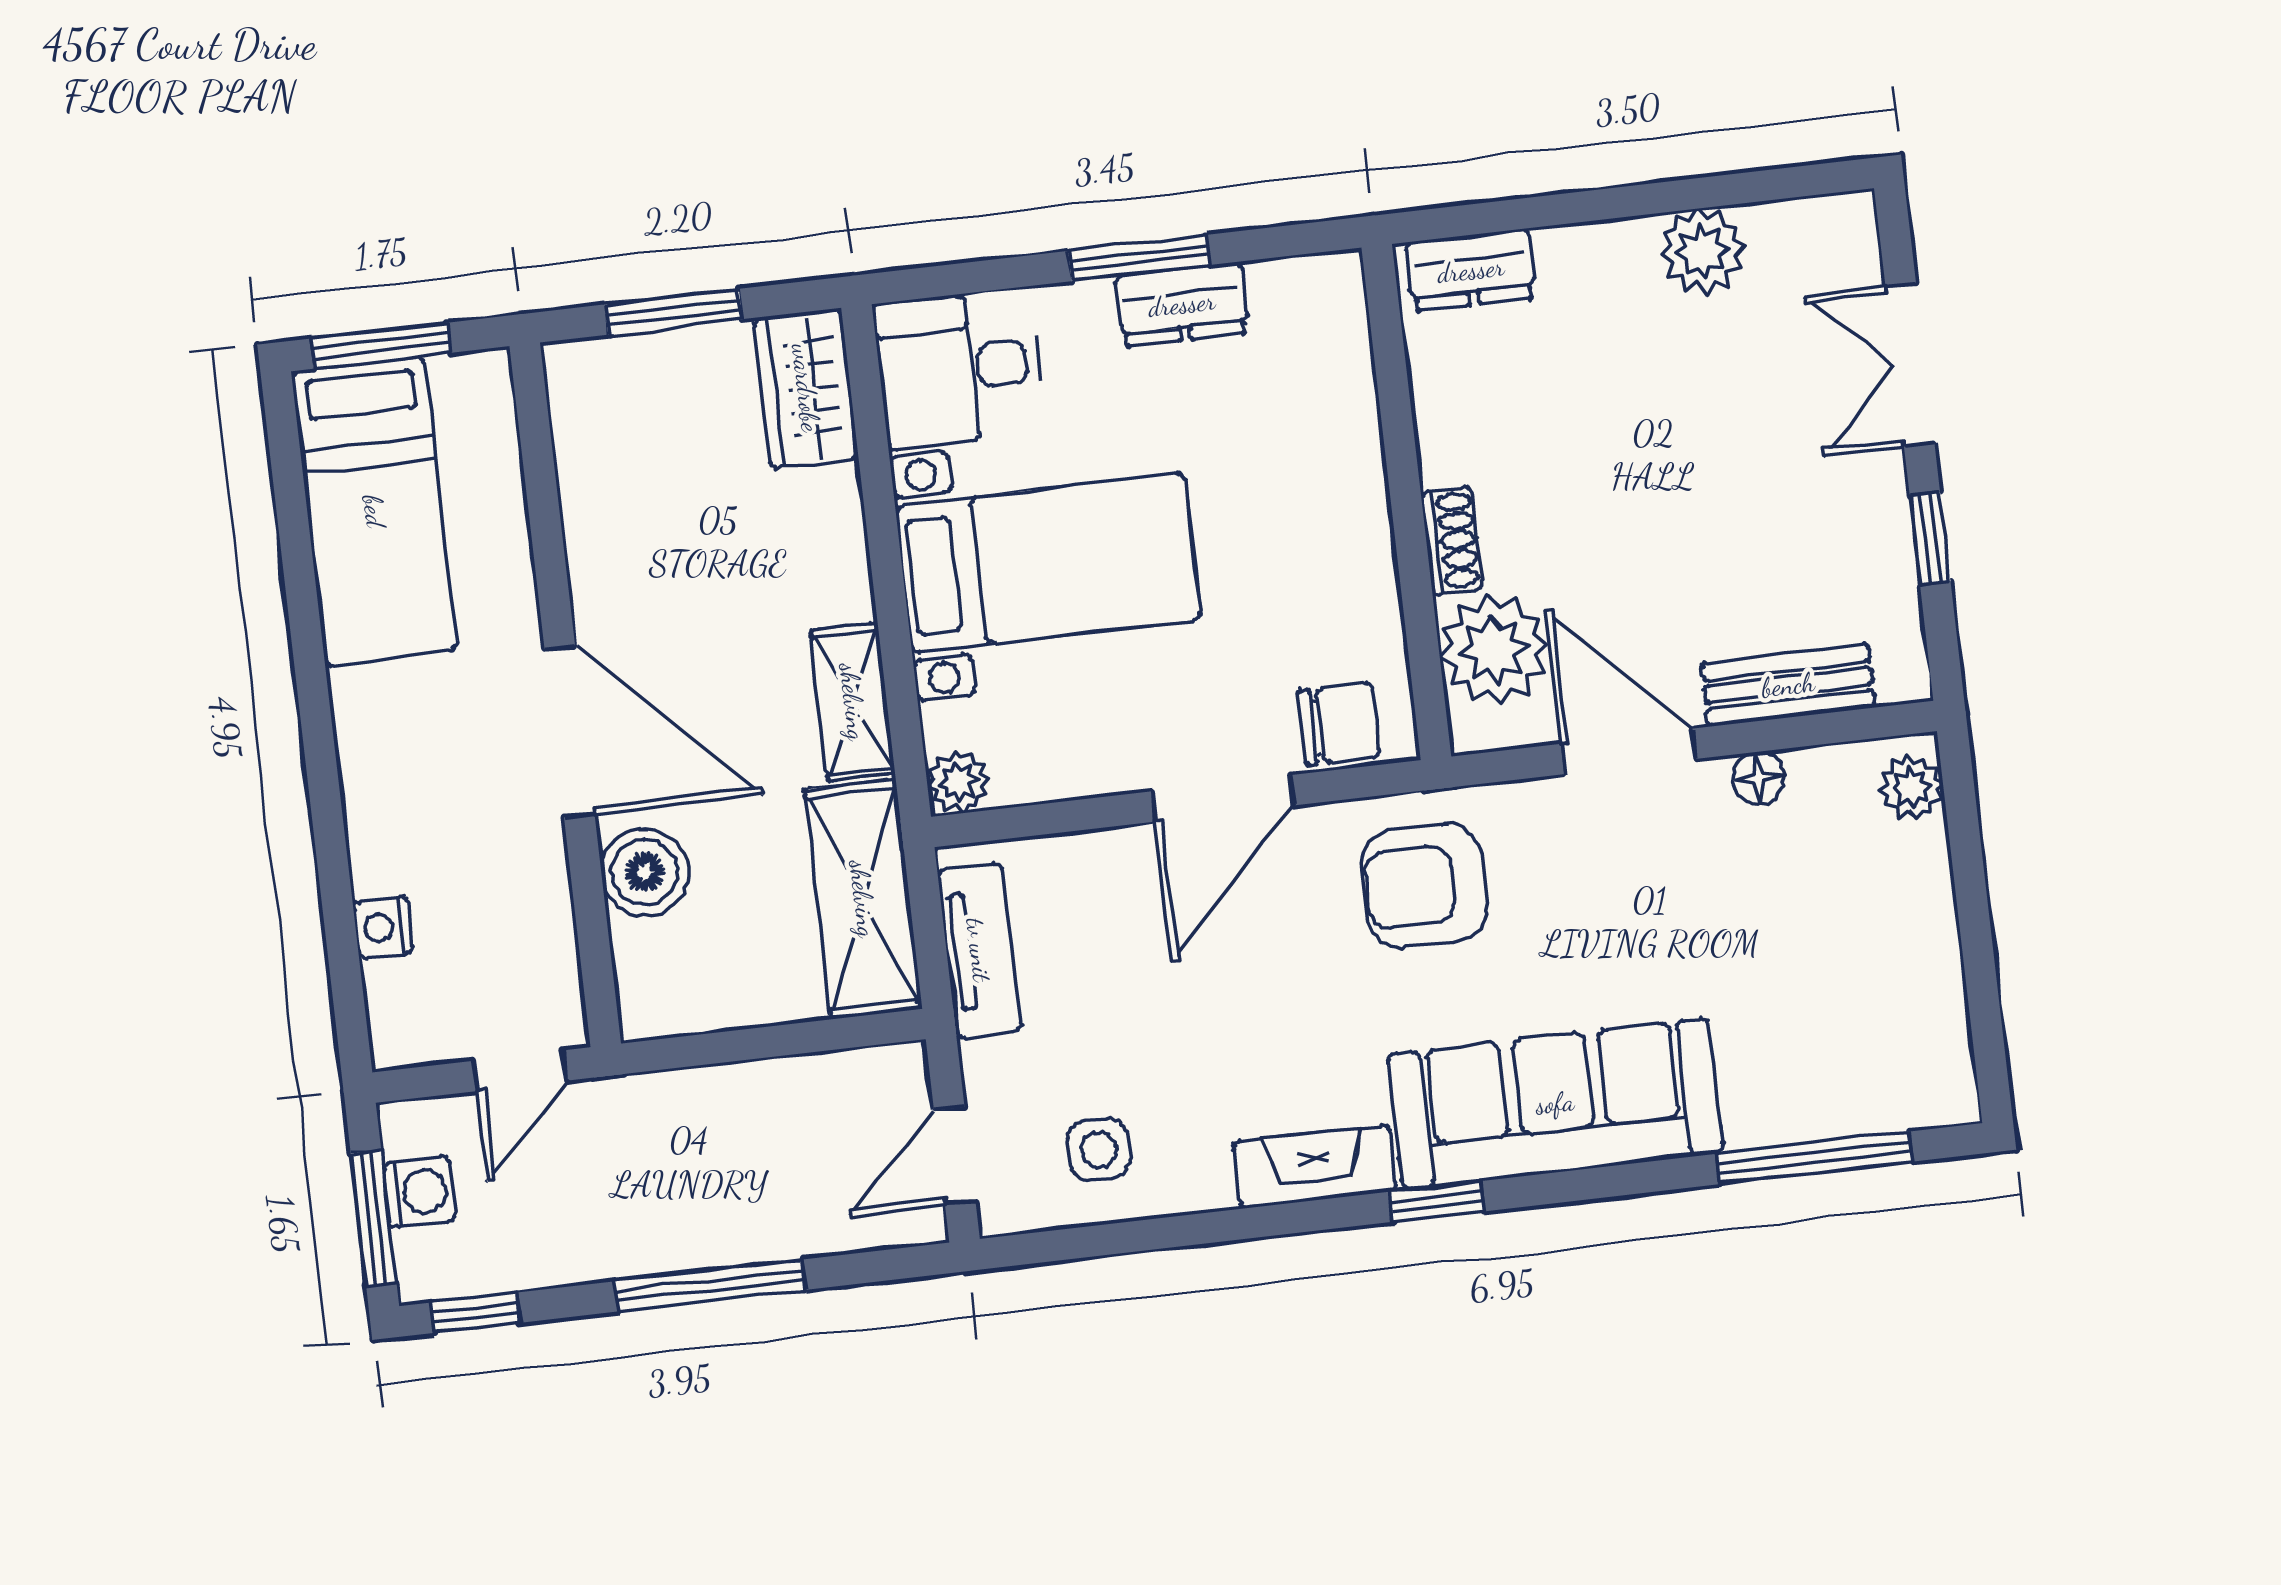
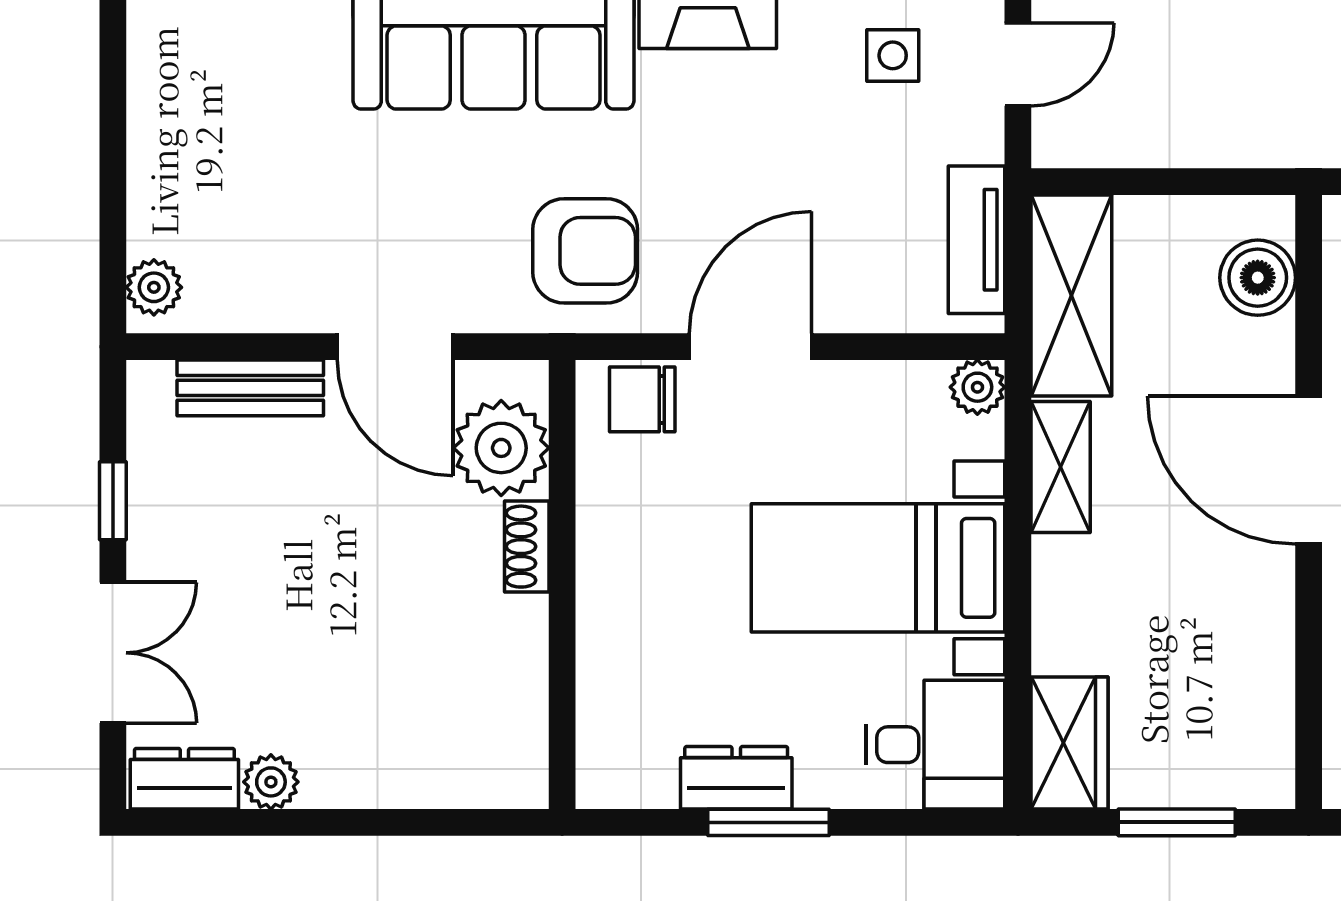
plant: (1702, 251) -> (271, 782), width x0.73, depth x0.73
dresser: (1471, 270) -> (184, 779), moved
floor lamp: (1758, 778) -> (285, 311), removed
boiler: (645, 872) -> (1258, 278), moved

